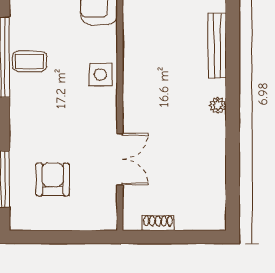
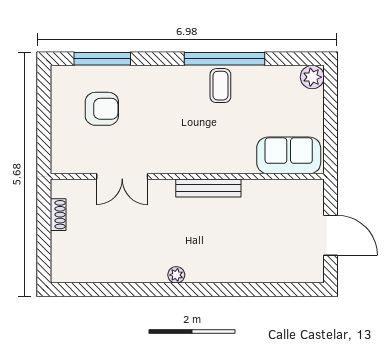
bench: (217, 46) -> (208, 188), moved
side table: (100, 75) -> (207, 157), removed

